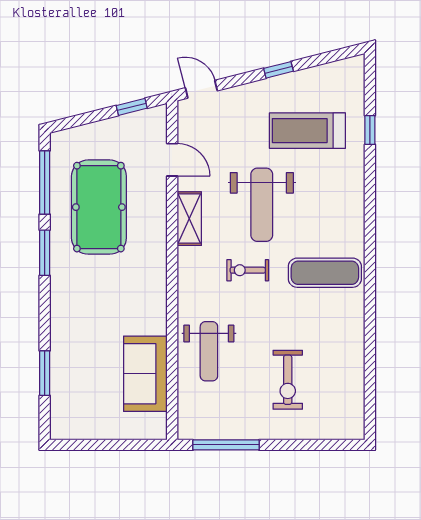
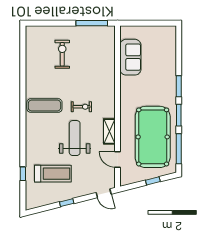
window: (132, 107) -> (153, 181), moved
pool table: (99, 207) -> (153, 137), width x1.36, depth x1.32
weight bench: (209, 351) -> (100, 68), removed
window: (45, 373) -> (179, 86), moved

